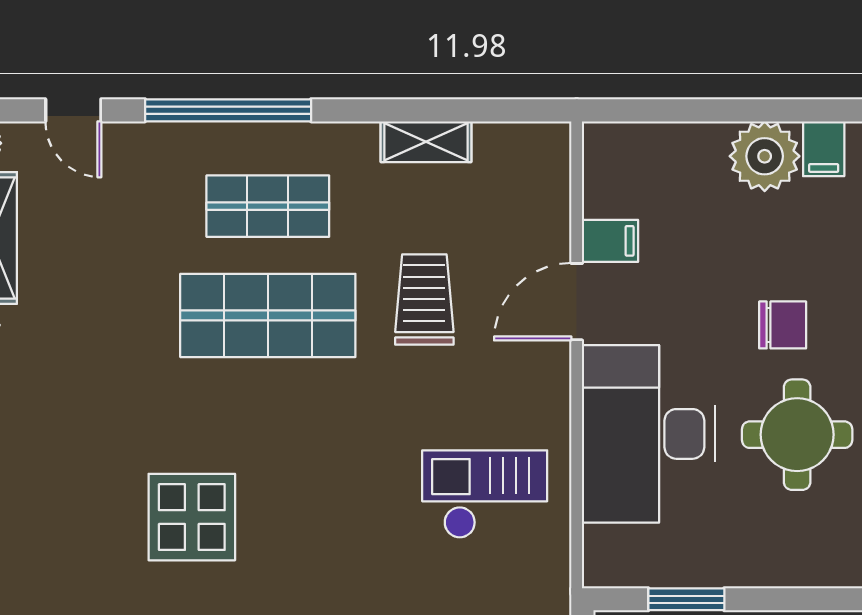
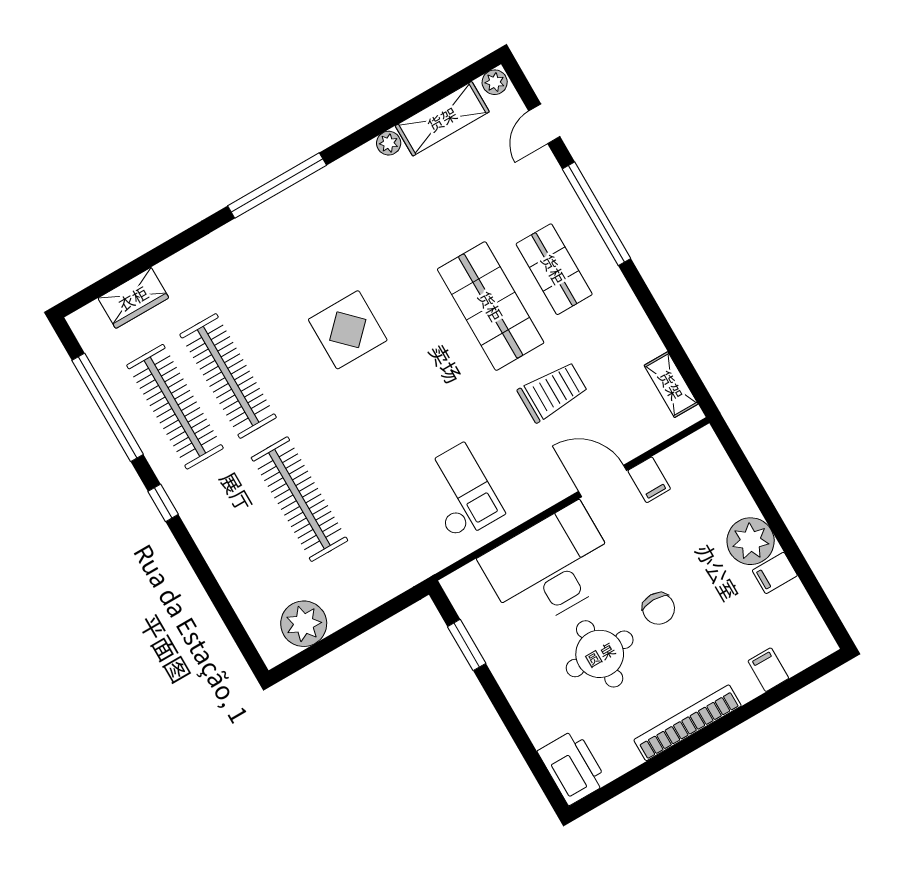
shelving: (426, 142) -> (671, 385), moved

